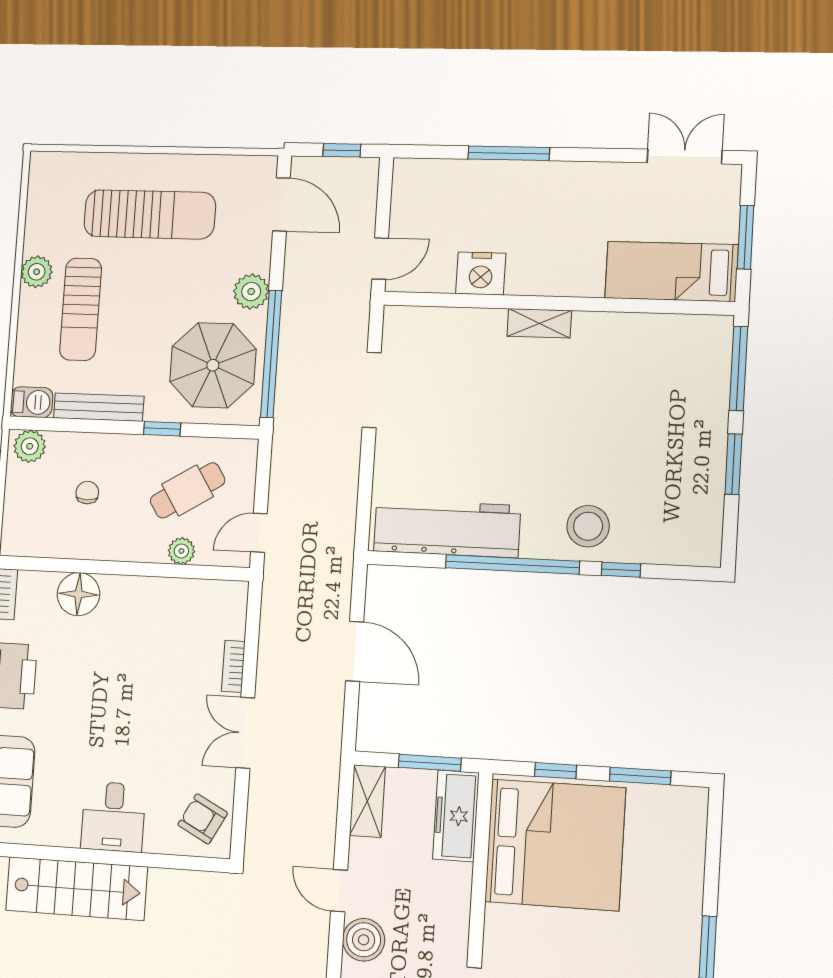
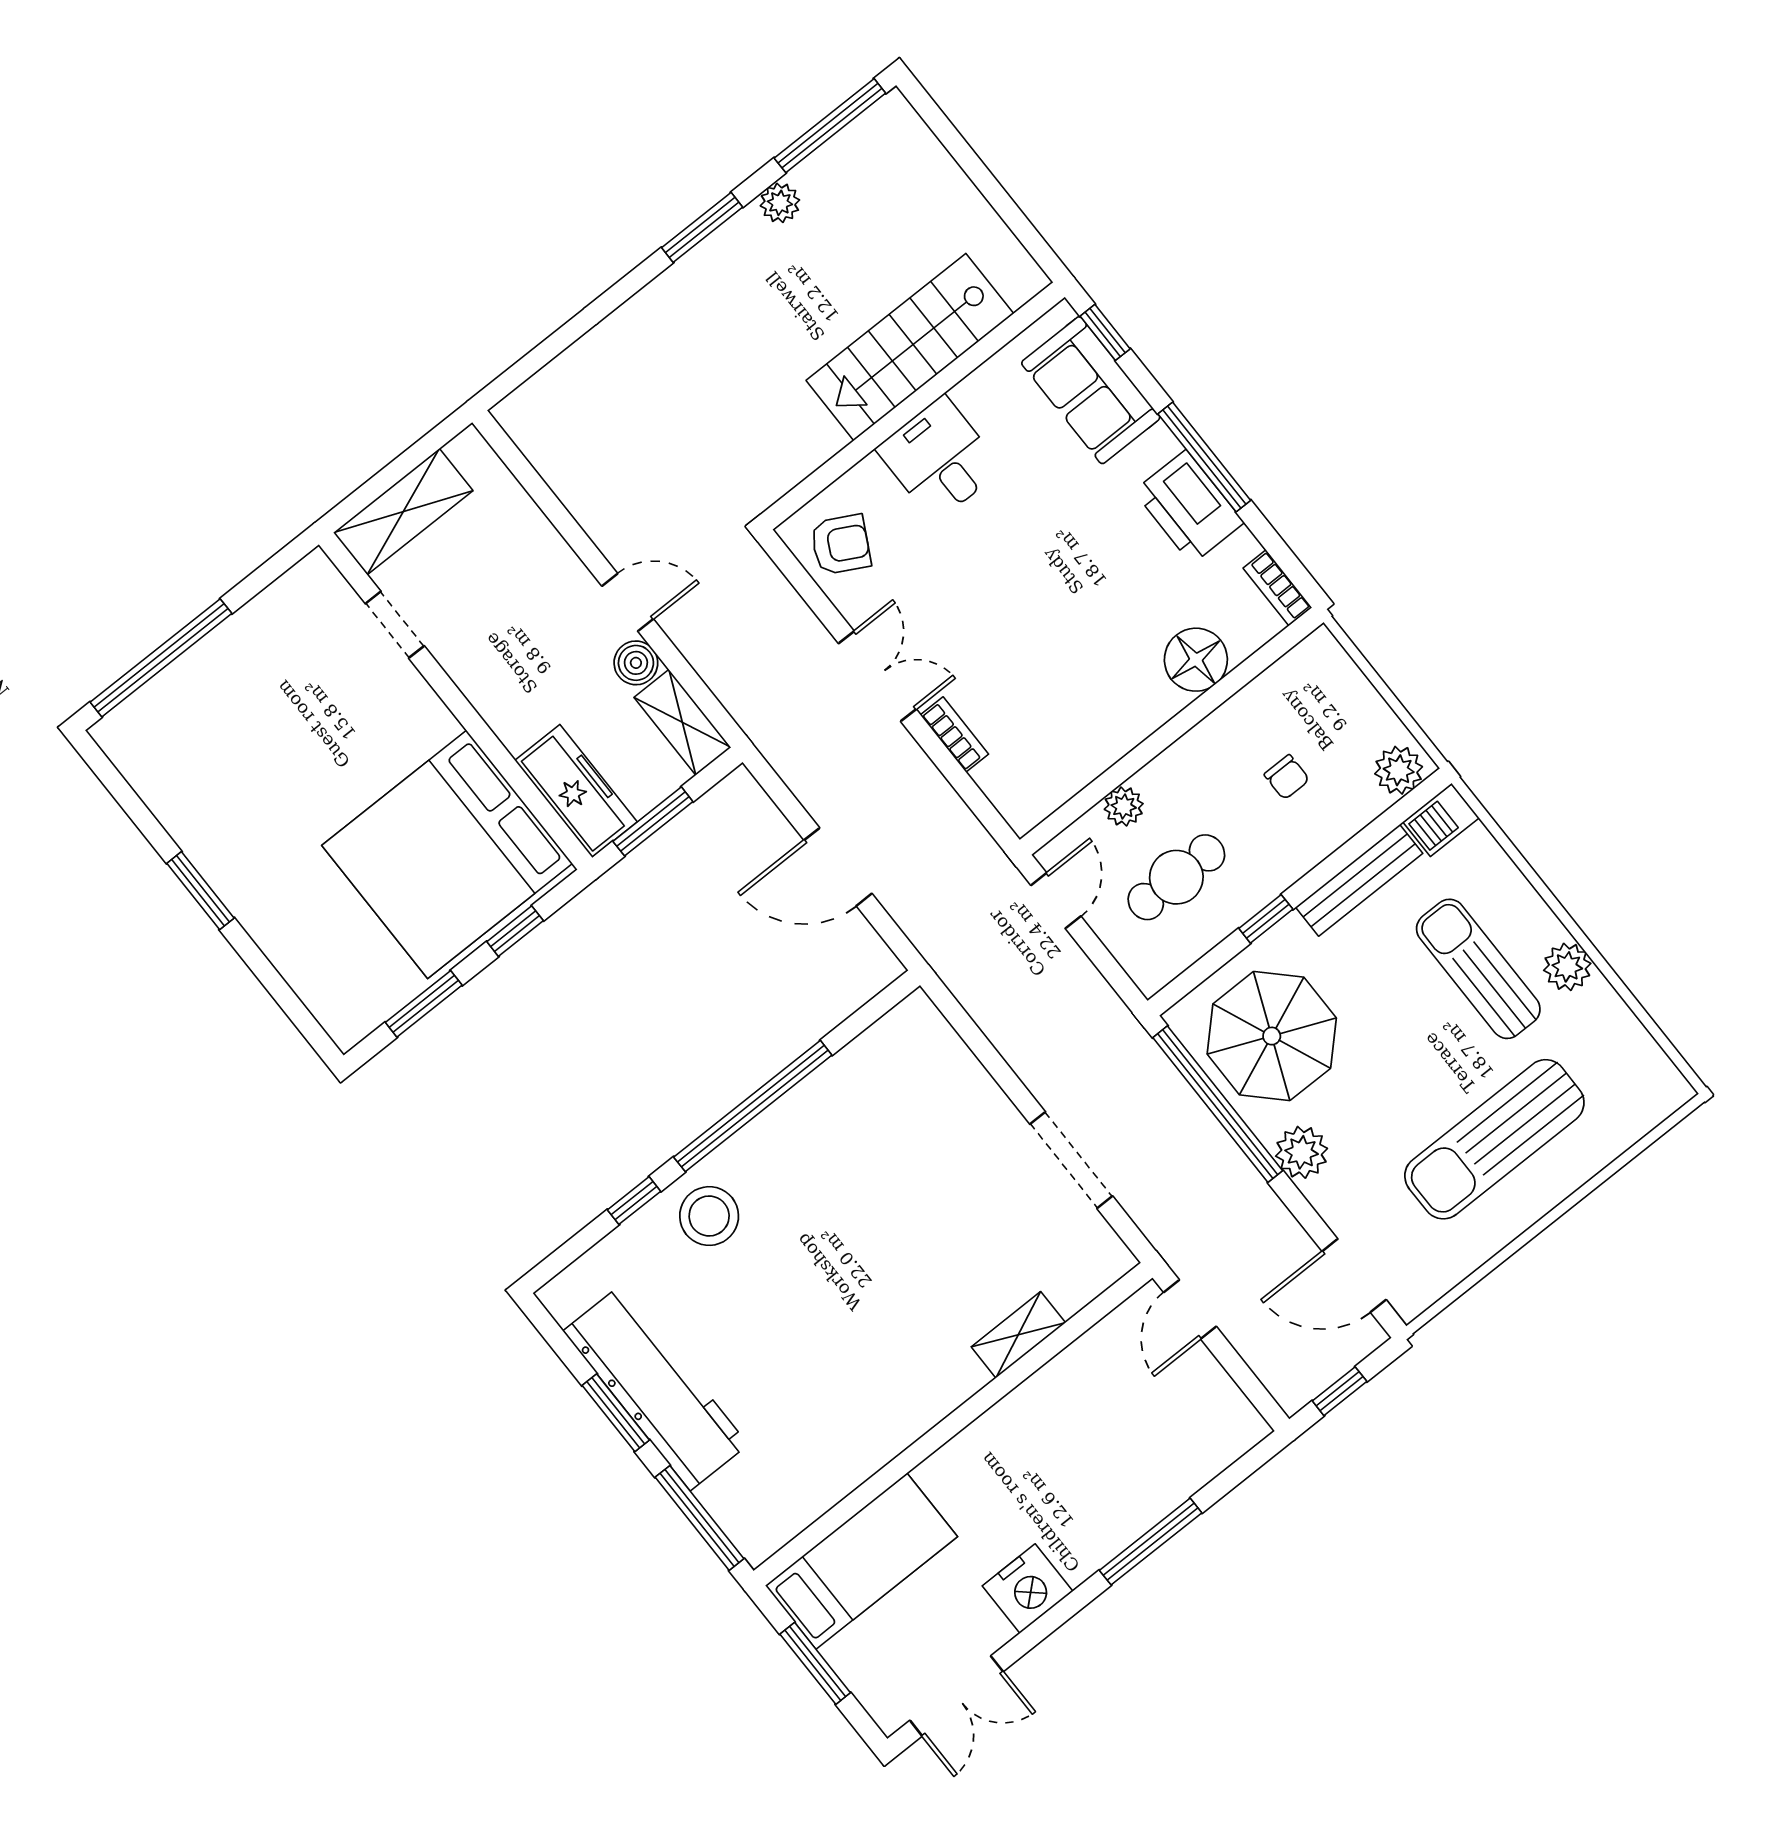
nightstand: (481, 274) -> (1028, 1589), moved, turned 180
shelving: (539, 323) -> (1018, 1335), moved
cafe table: (188, 490) -> (1176, 877), turned 32
workbench: (447, 528) -> (656, 1388), moved, turned -90
boiler: (364, 940) -> (636, 663), moved, width x0.73, depth x0.73

